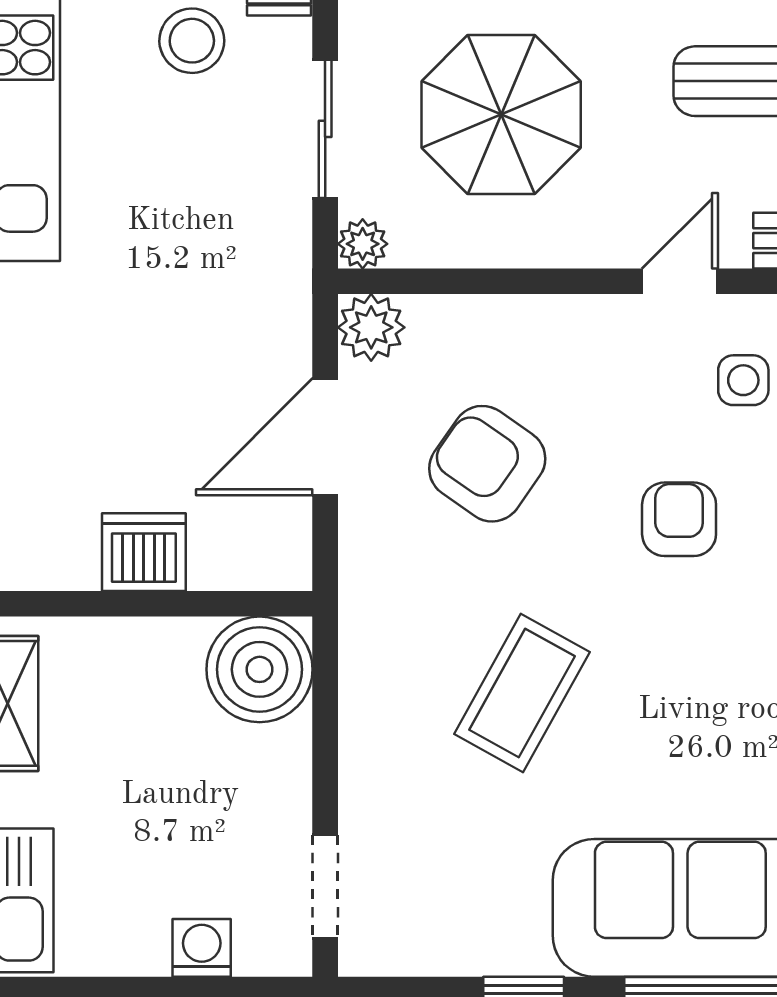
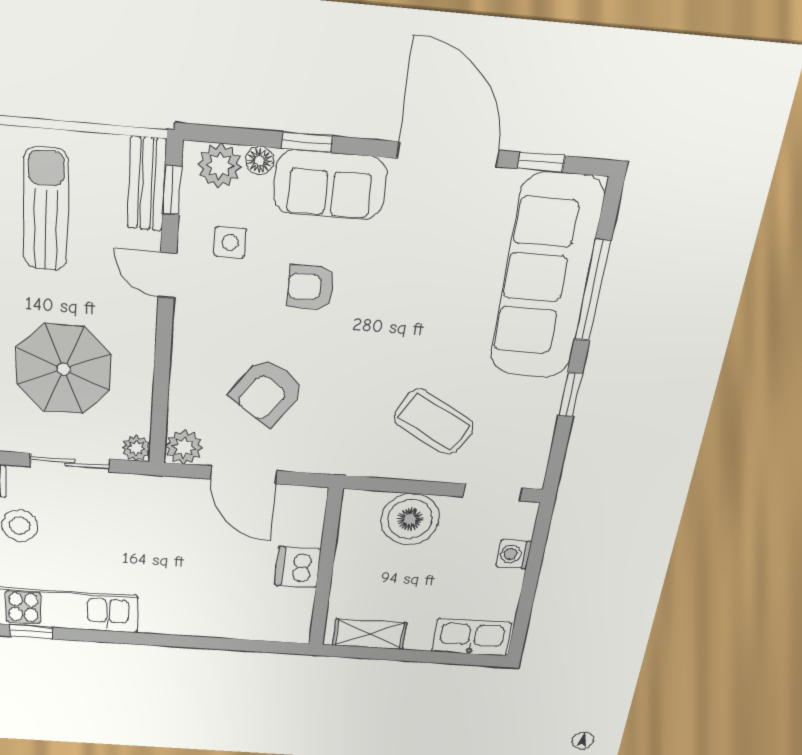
boiler: (260, 669) -> (410, 519), moved
coffee table: (522, 693) -> (434, 422), moved

